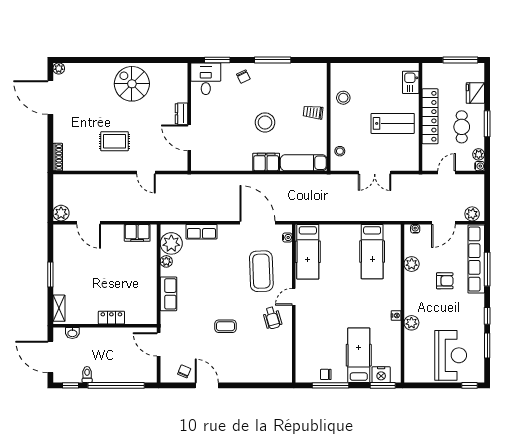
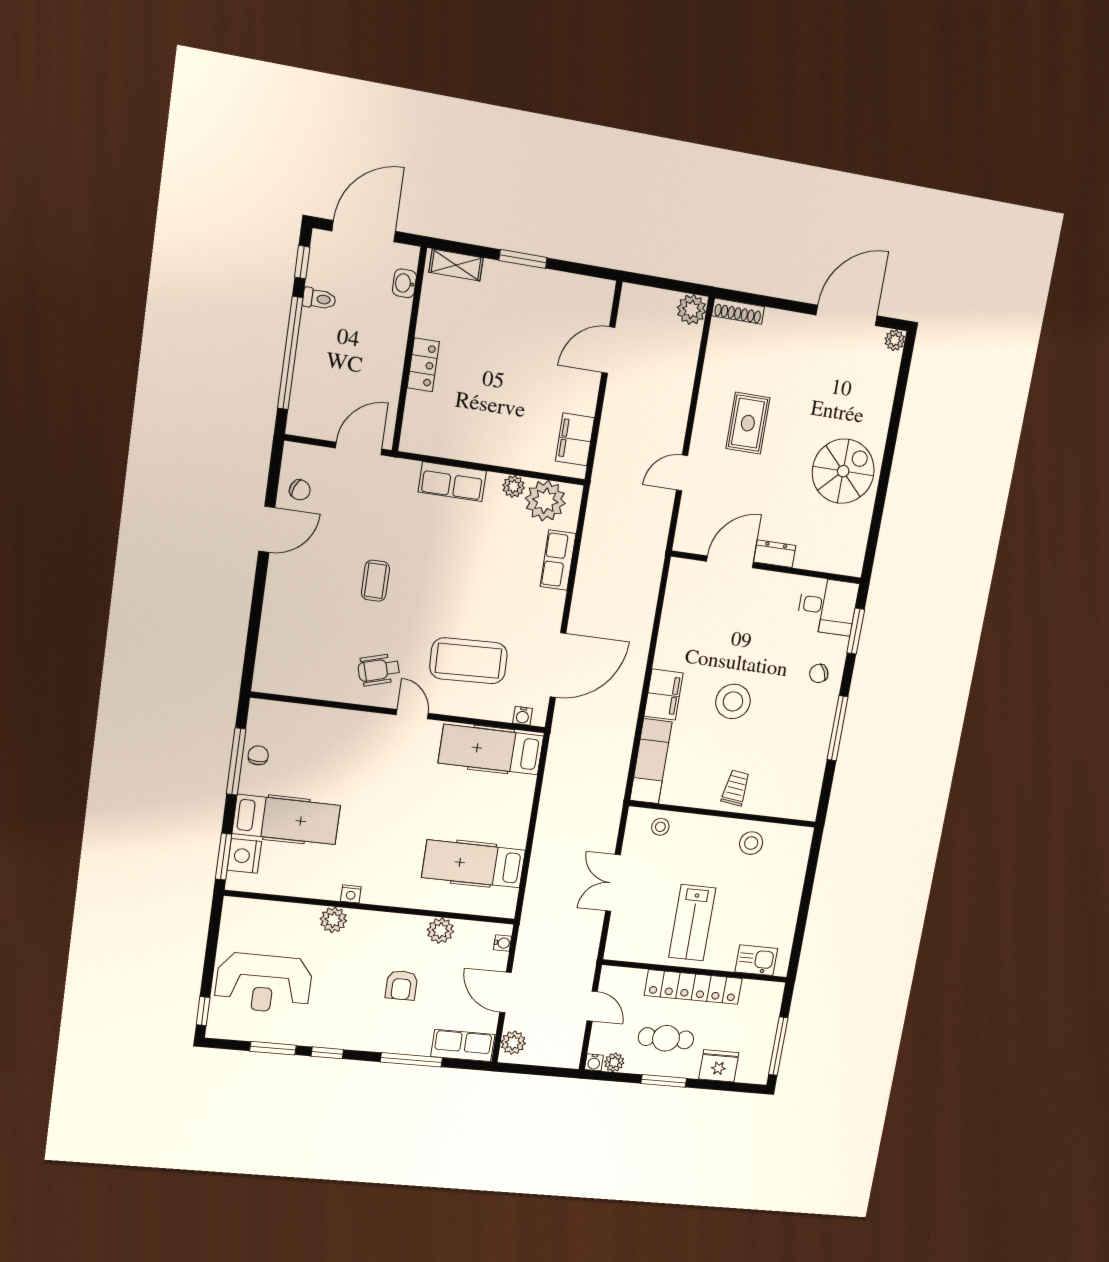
plant: (61, 213) -> (692, 310), moved
row of seats: (476, 259) -> (463, 1045), width x0.50

